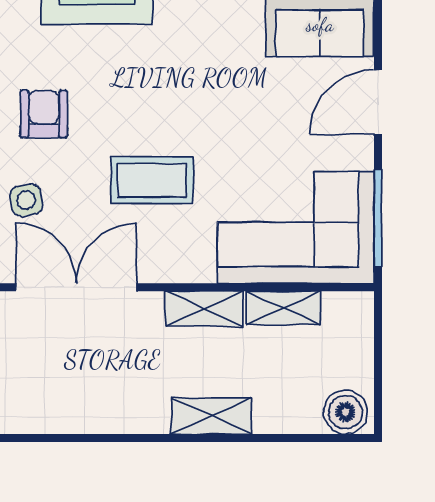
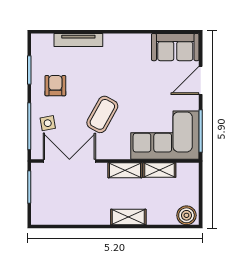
coffee table: (152, 180) -> (102, 114), turned -61

